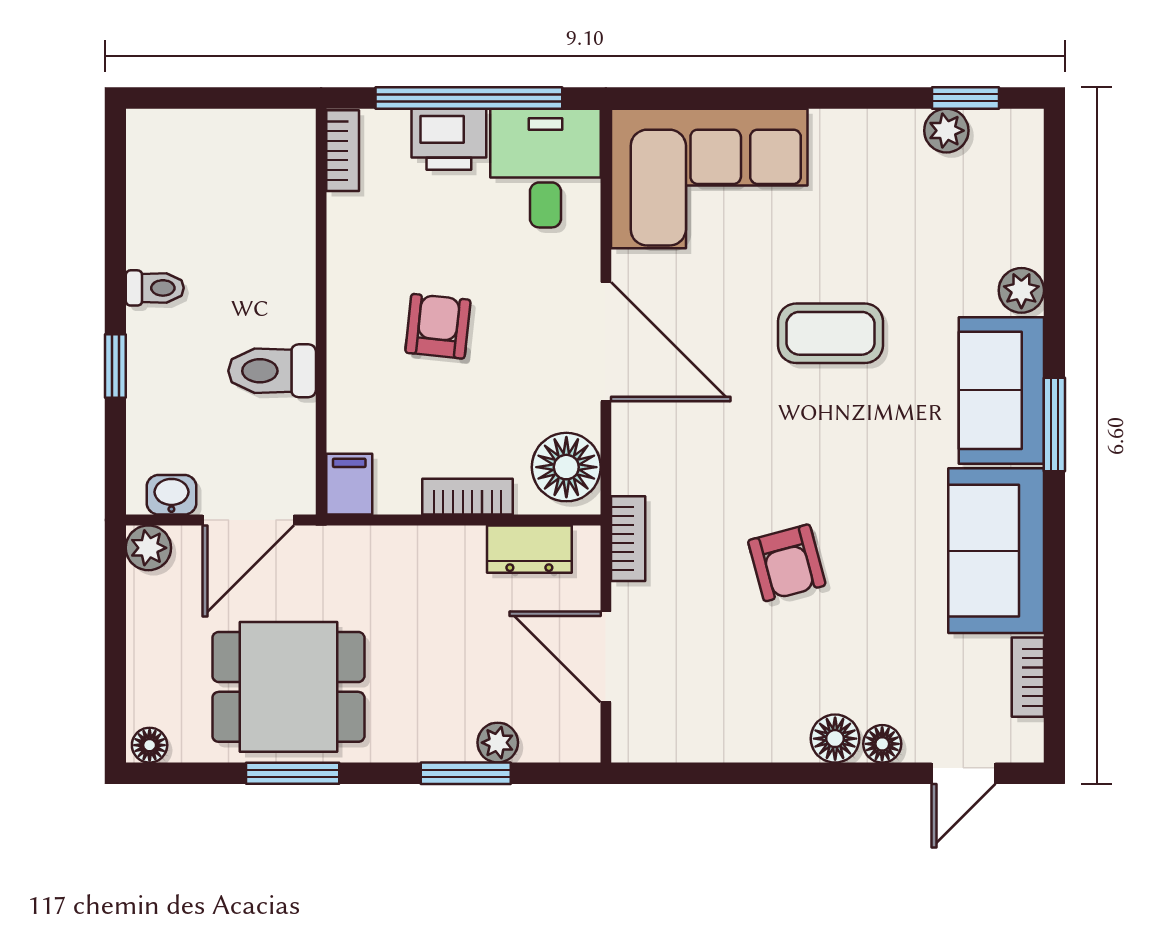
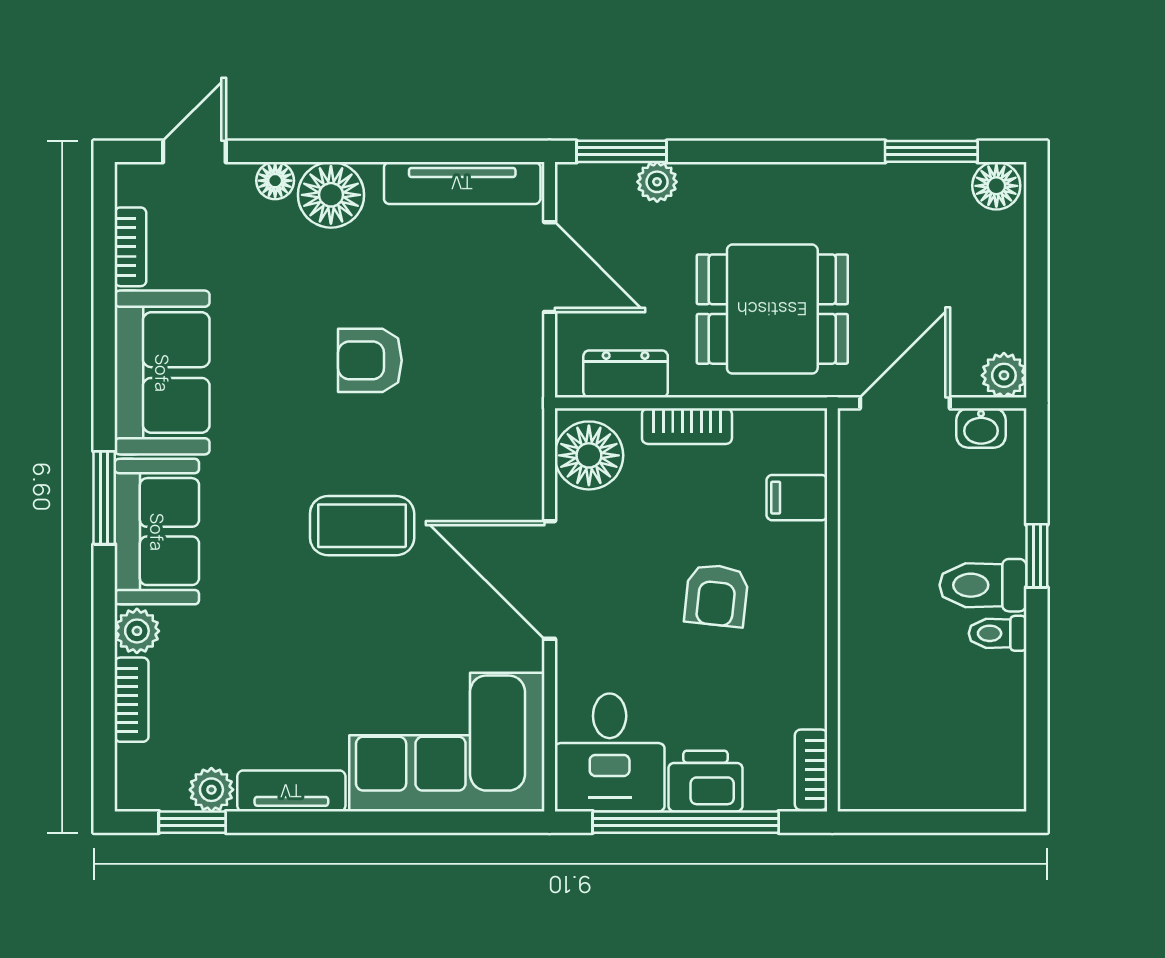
tv unit: (866, 129) -> (291, 791), added
coffee table: (831, 333) -> (362, 526), moved
toilet: (272, 371) -> (983, 585), moved, turned 180
filing cabinet: (349, 484) -> (797, 498), moved, turned 90
bookcase: (628, 539) -> (132, 700), moved, turned 180
armchair: (787, 563) -> (370, 360), turned -75
dining table: (288, 687) -> (772, 309), moved
floor lamp: (835, 739) -> (331, 195), width x1.38, depth x1.38
tv unit: (694, 741) -> (462, 183), added
floor lamp: (150, 745) -> (996, 186), width x1.37, depth x1.37
window: (293, 773) -> (931, 151), moved
window: (466, 773) -> (621, 151), moved

